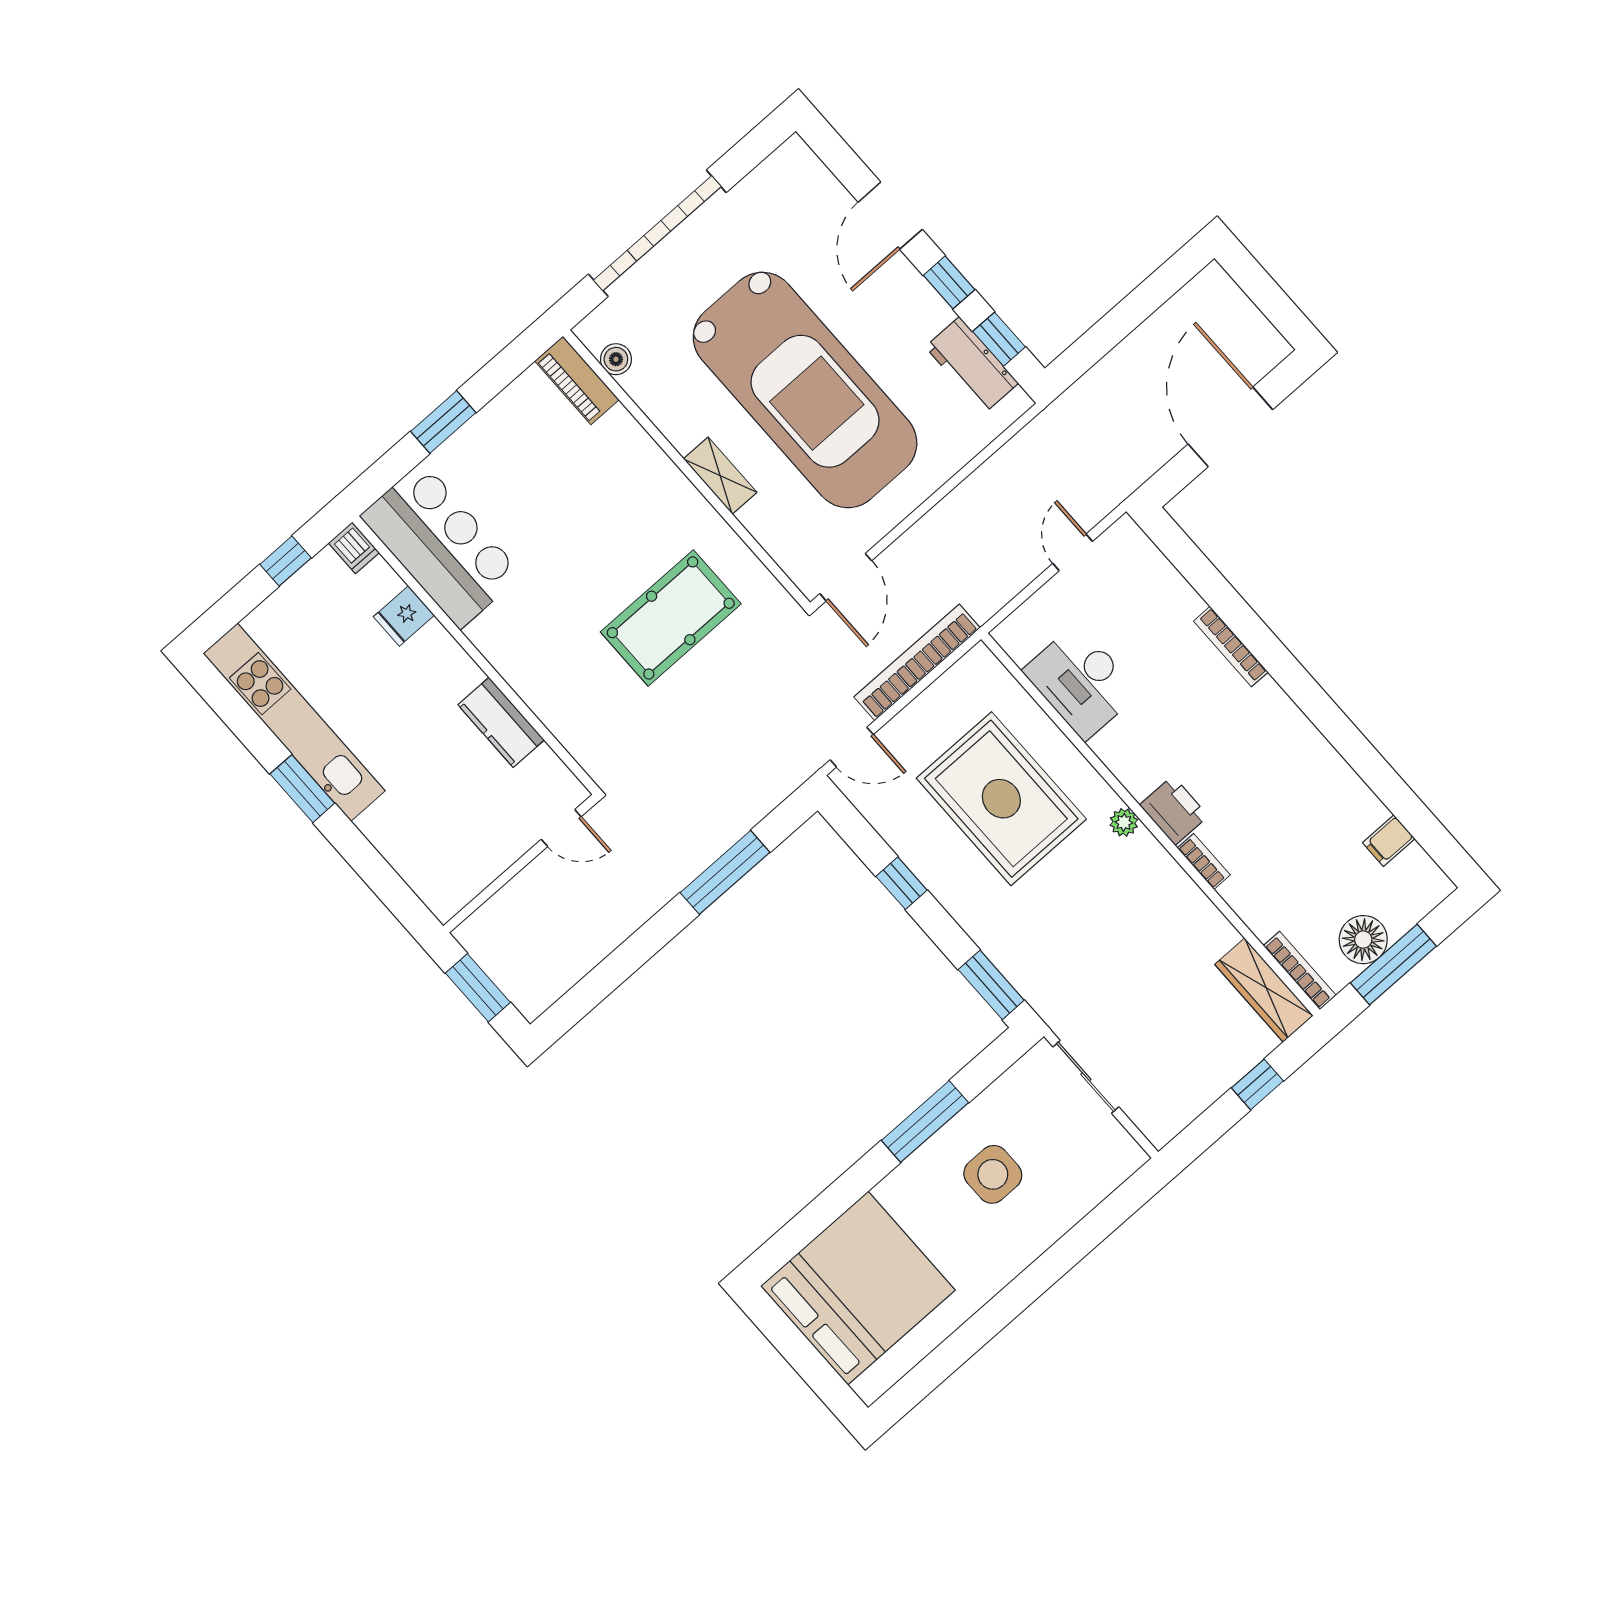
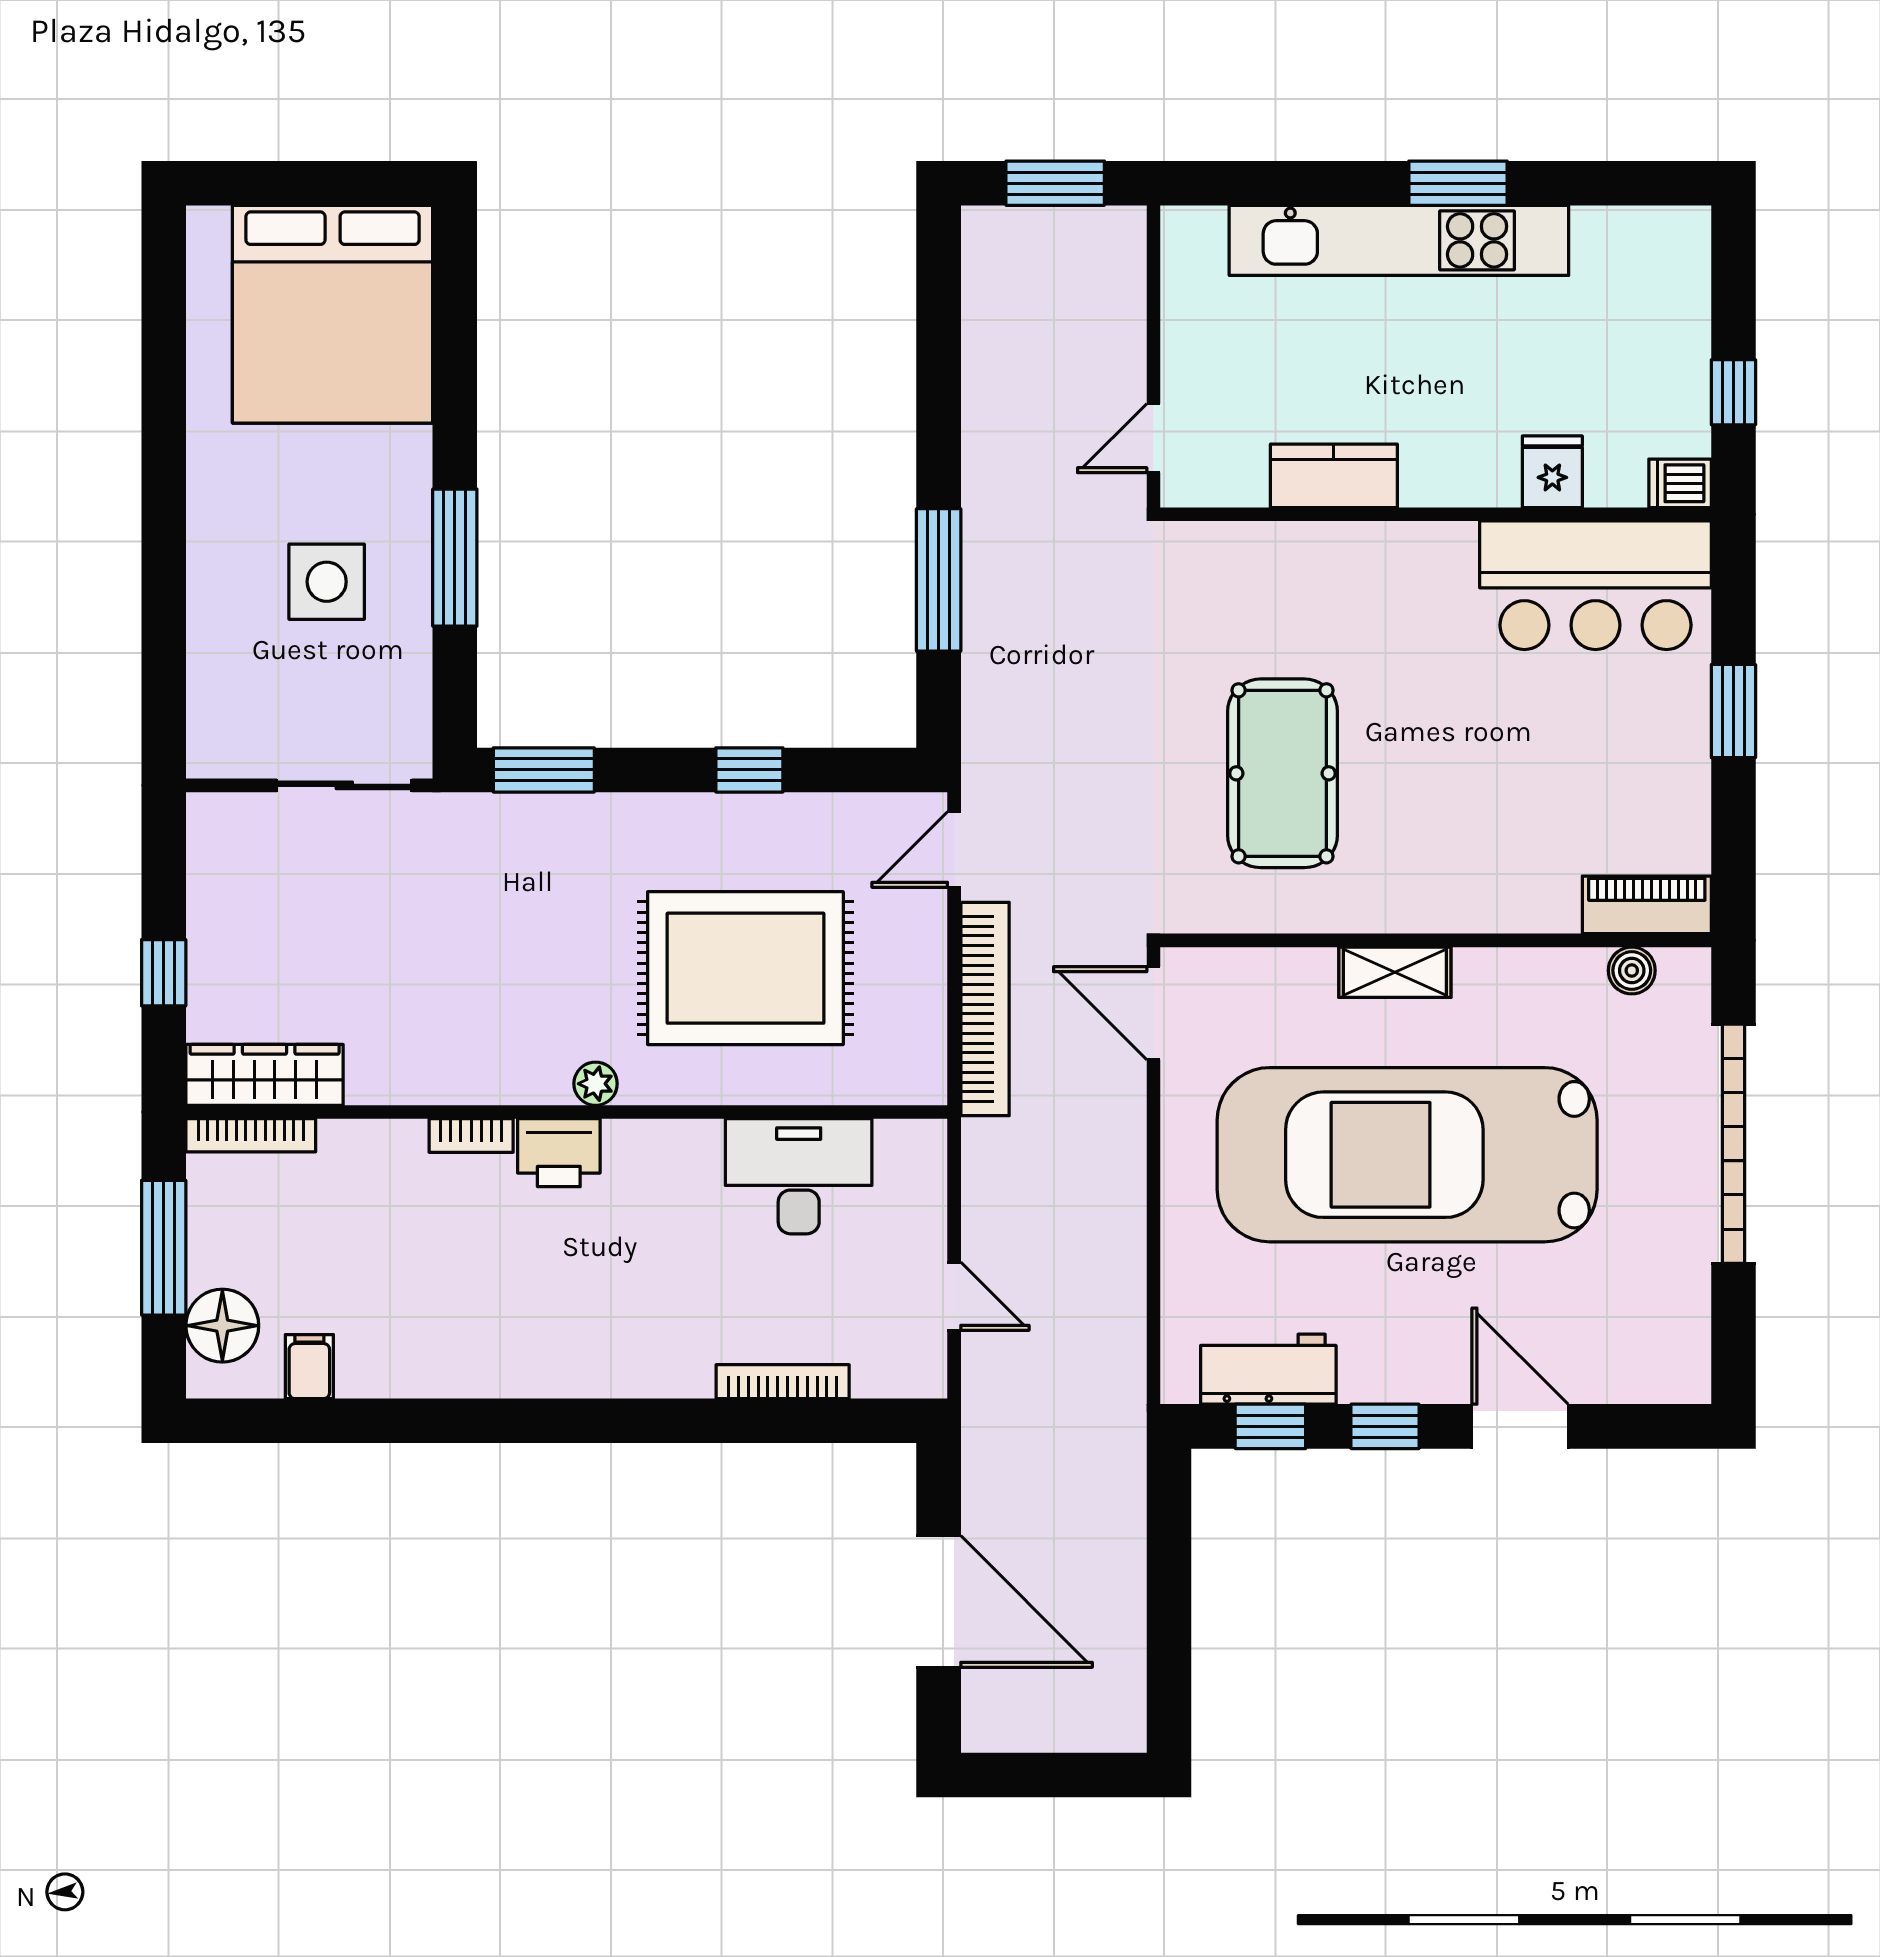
bookcase: (1231, 647) -> (783, 1382), moved
kitchen unit: (294, 722) -> (1399, 240), moved
floor lamp: (1363, 940) -> (222, 1326), moved

